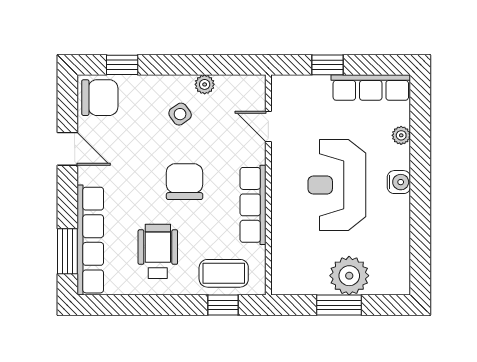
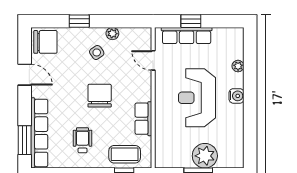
window: (122, 65) -> (79, 21), moved
row of seats: (371, 88) -> (187, 36), moved
row of seats: (253, 205) -> (143, 119), width x0.68
wheelchair: (158, 251) -> (83, 140), width x0.73, depth x0.73

